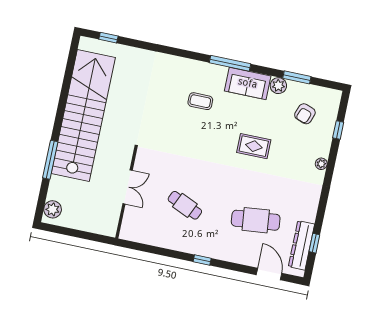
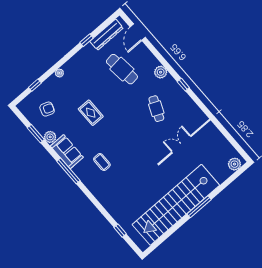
window: (108, 38) -> (120, 231), moved
window: (50, 160) -> (199, 207), moved
window: (314, 243) -> (87, 40), moved
plant: (211, 249) -> (161, 72), added
window: (202, 260) -> (183, 85), moved

